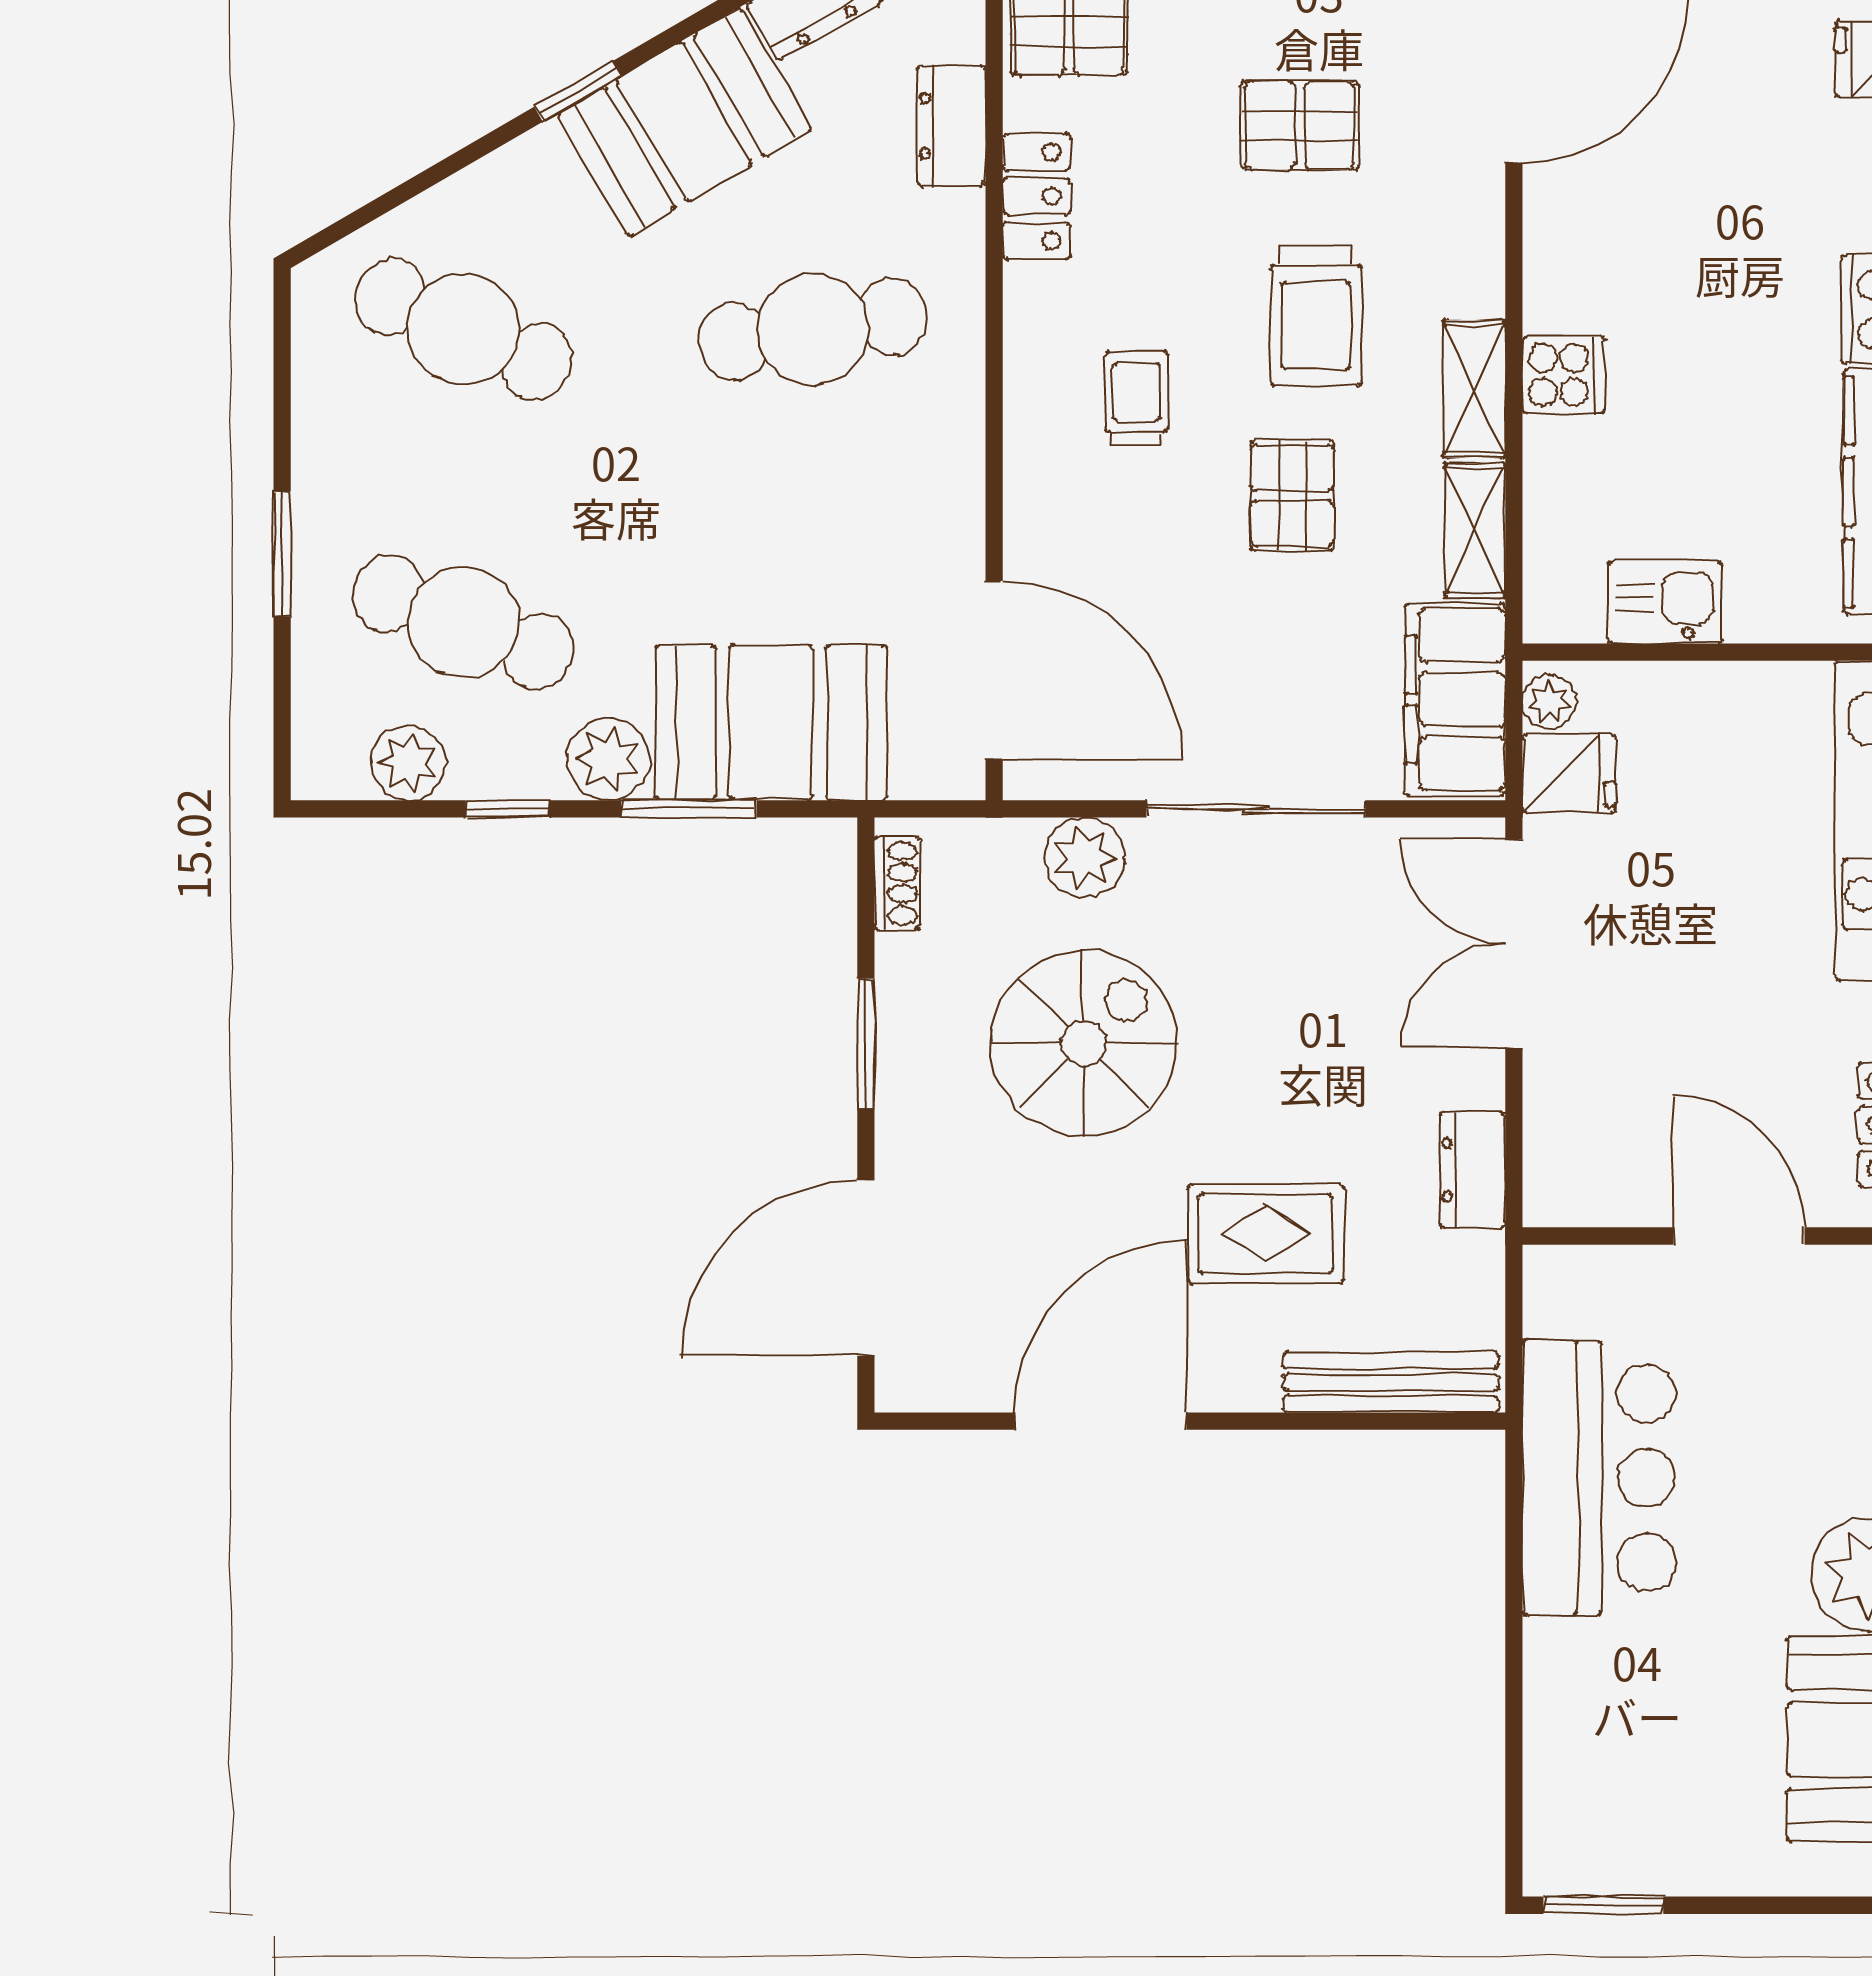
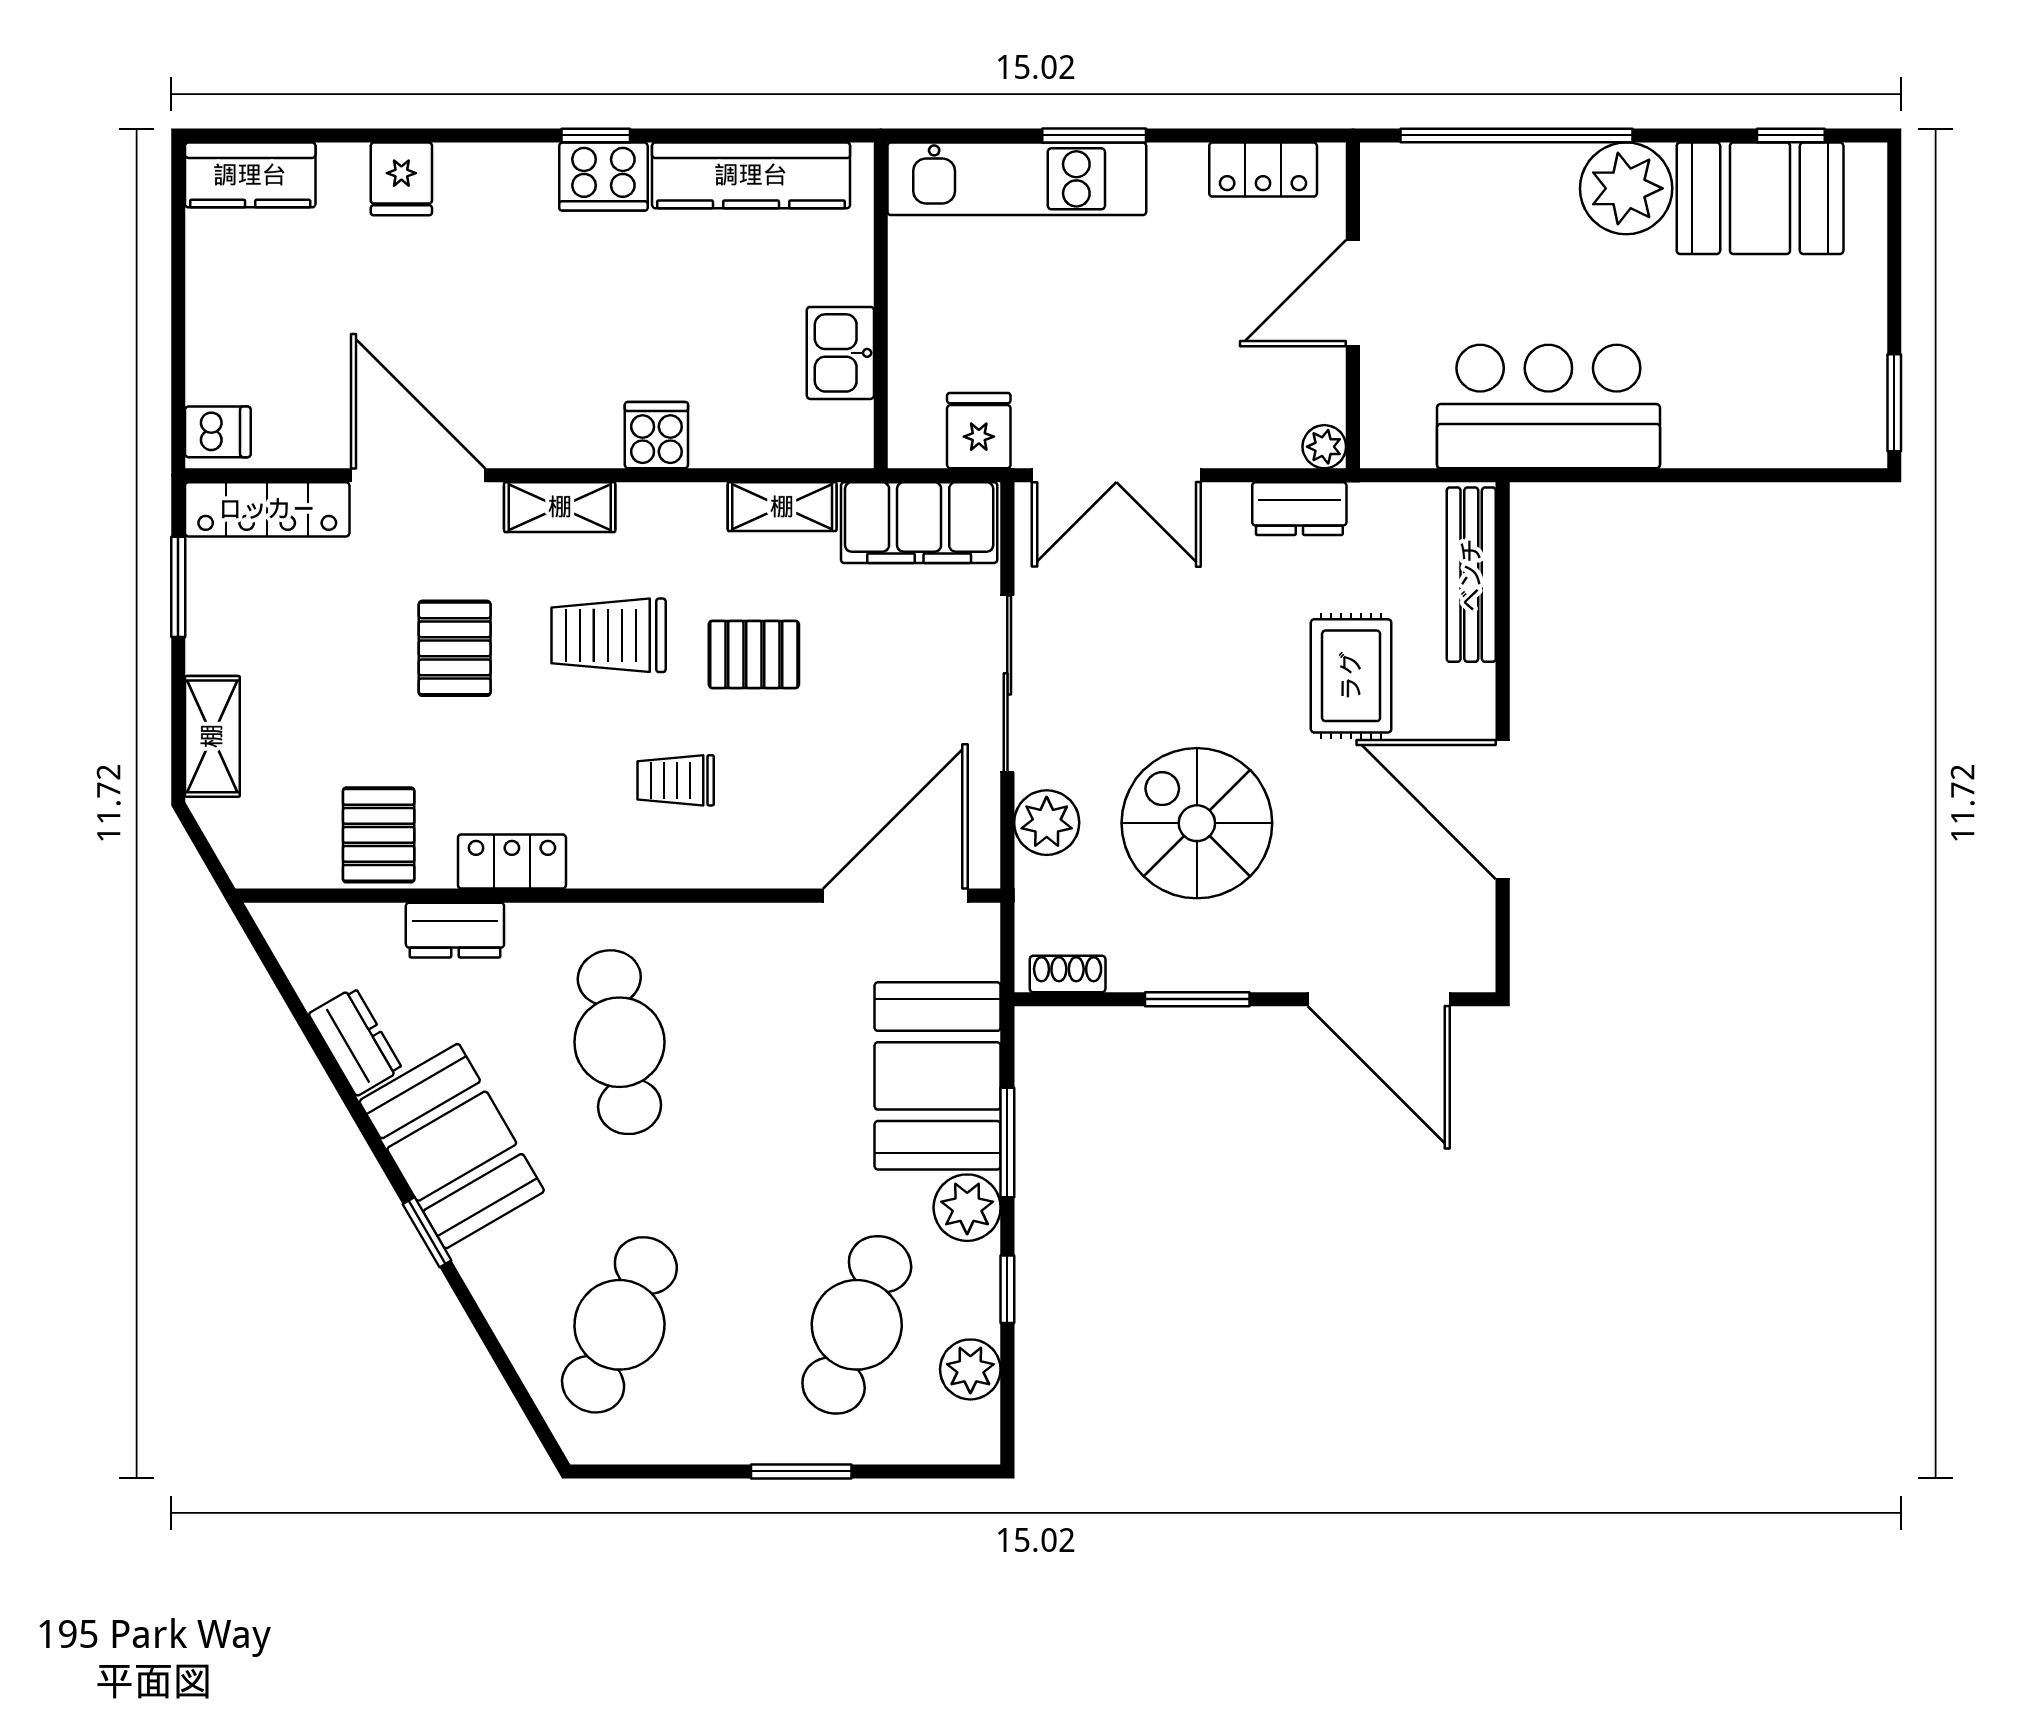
trolley: (1316, 316) -> (609, 635), turned 180
shelving: (1474, 389) -> (560, 507), moved
plant: (1549, 702) -> (1324, 447), moved

